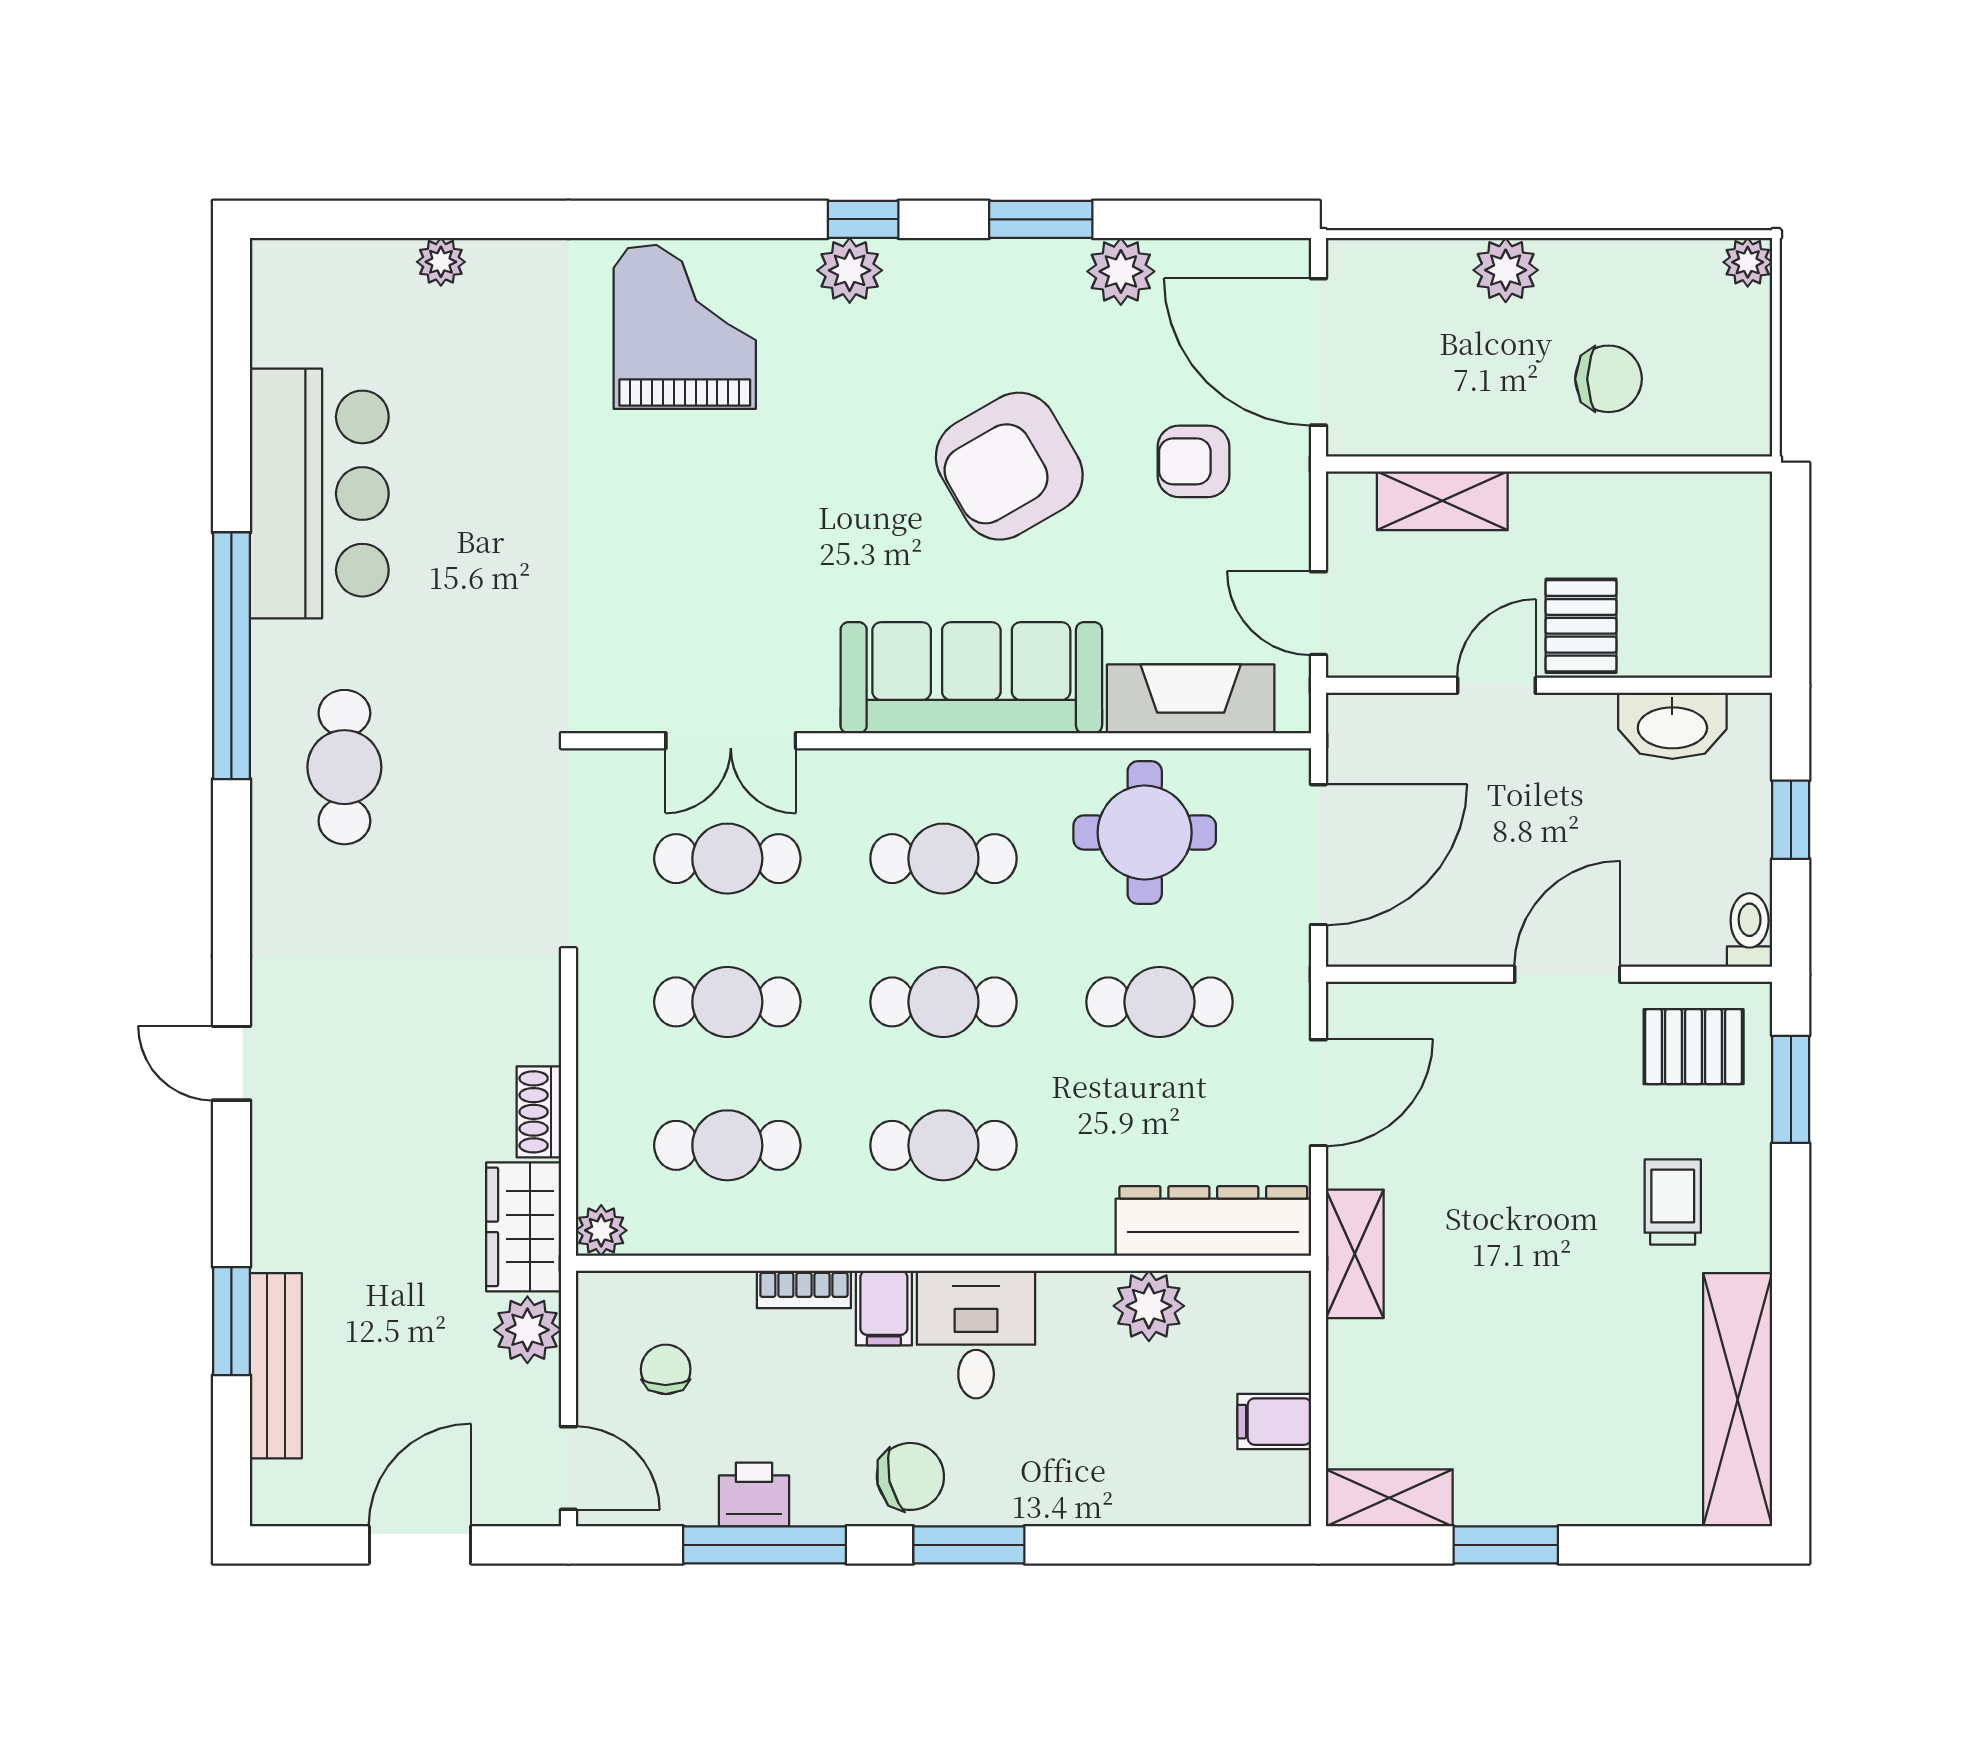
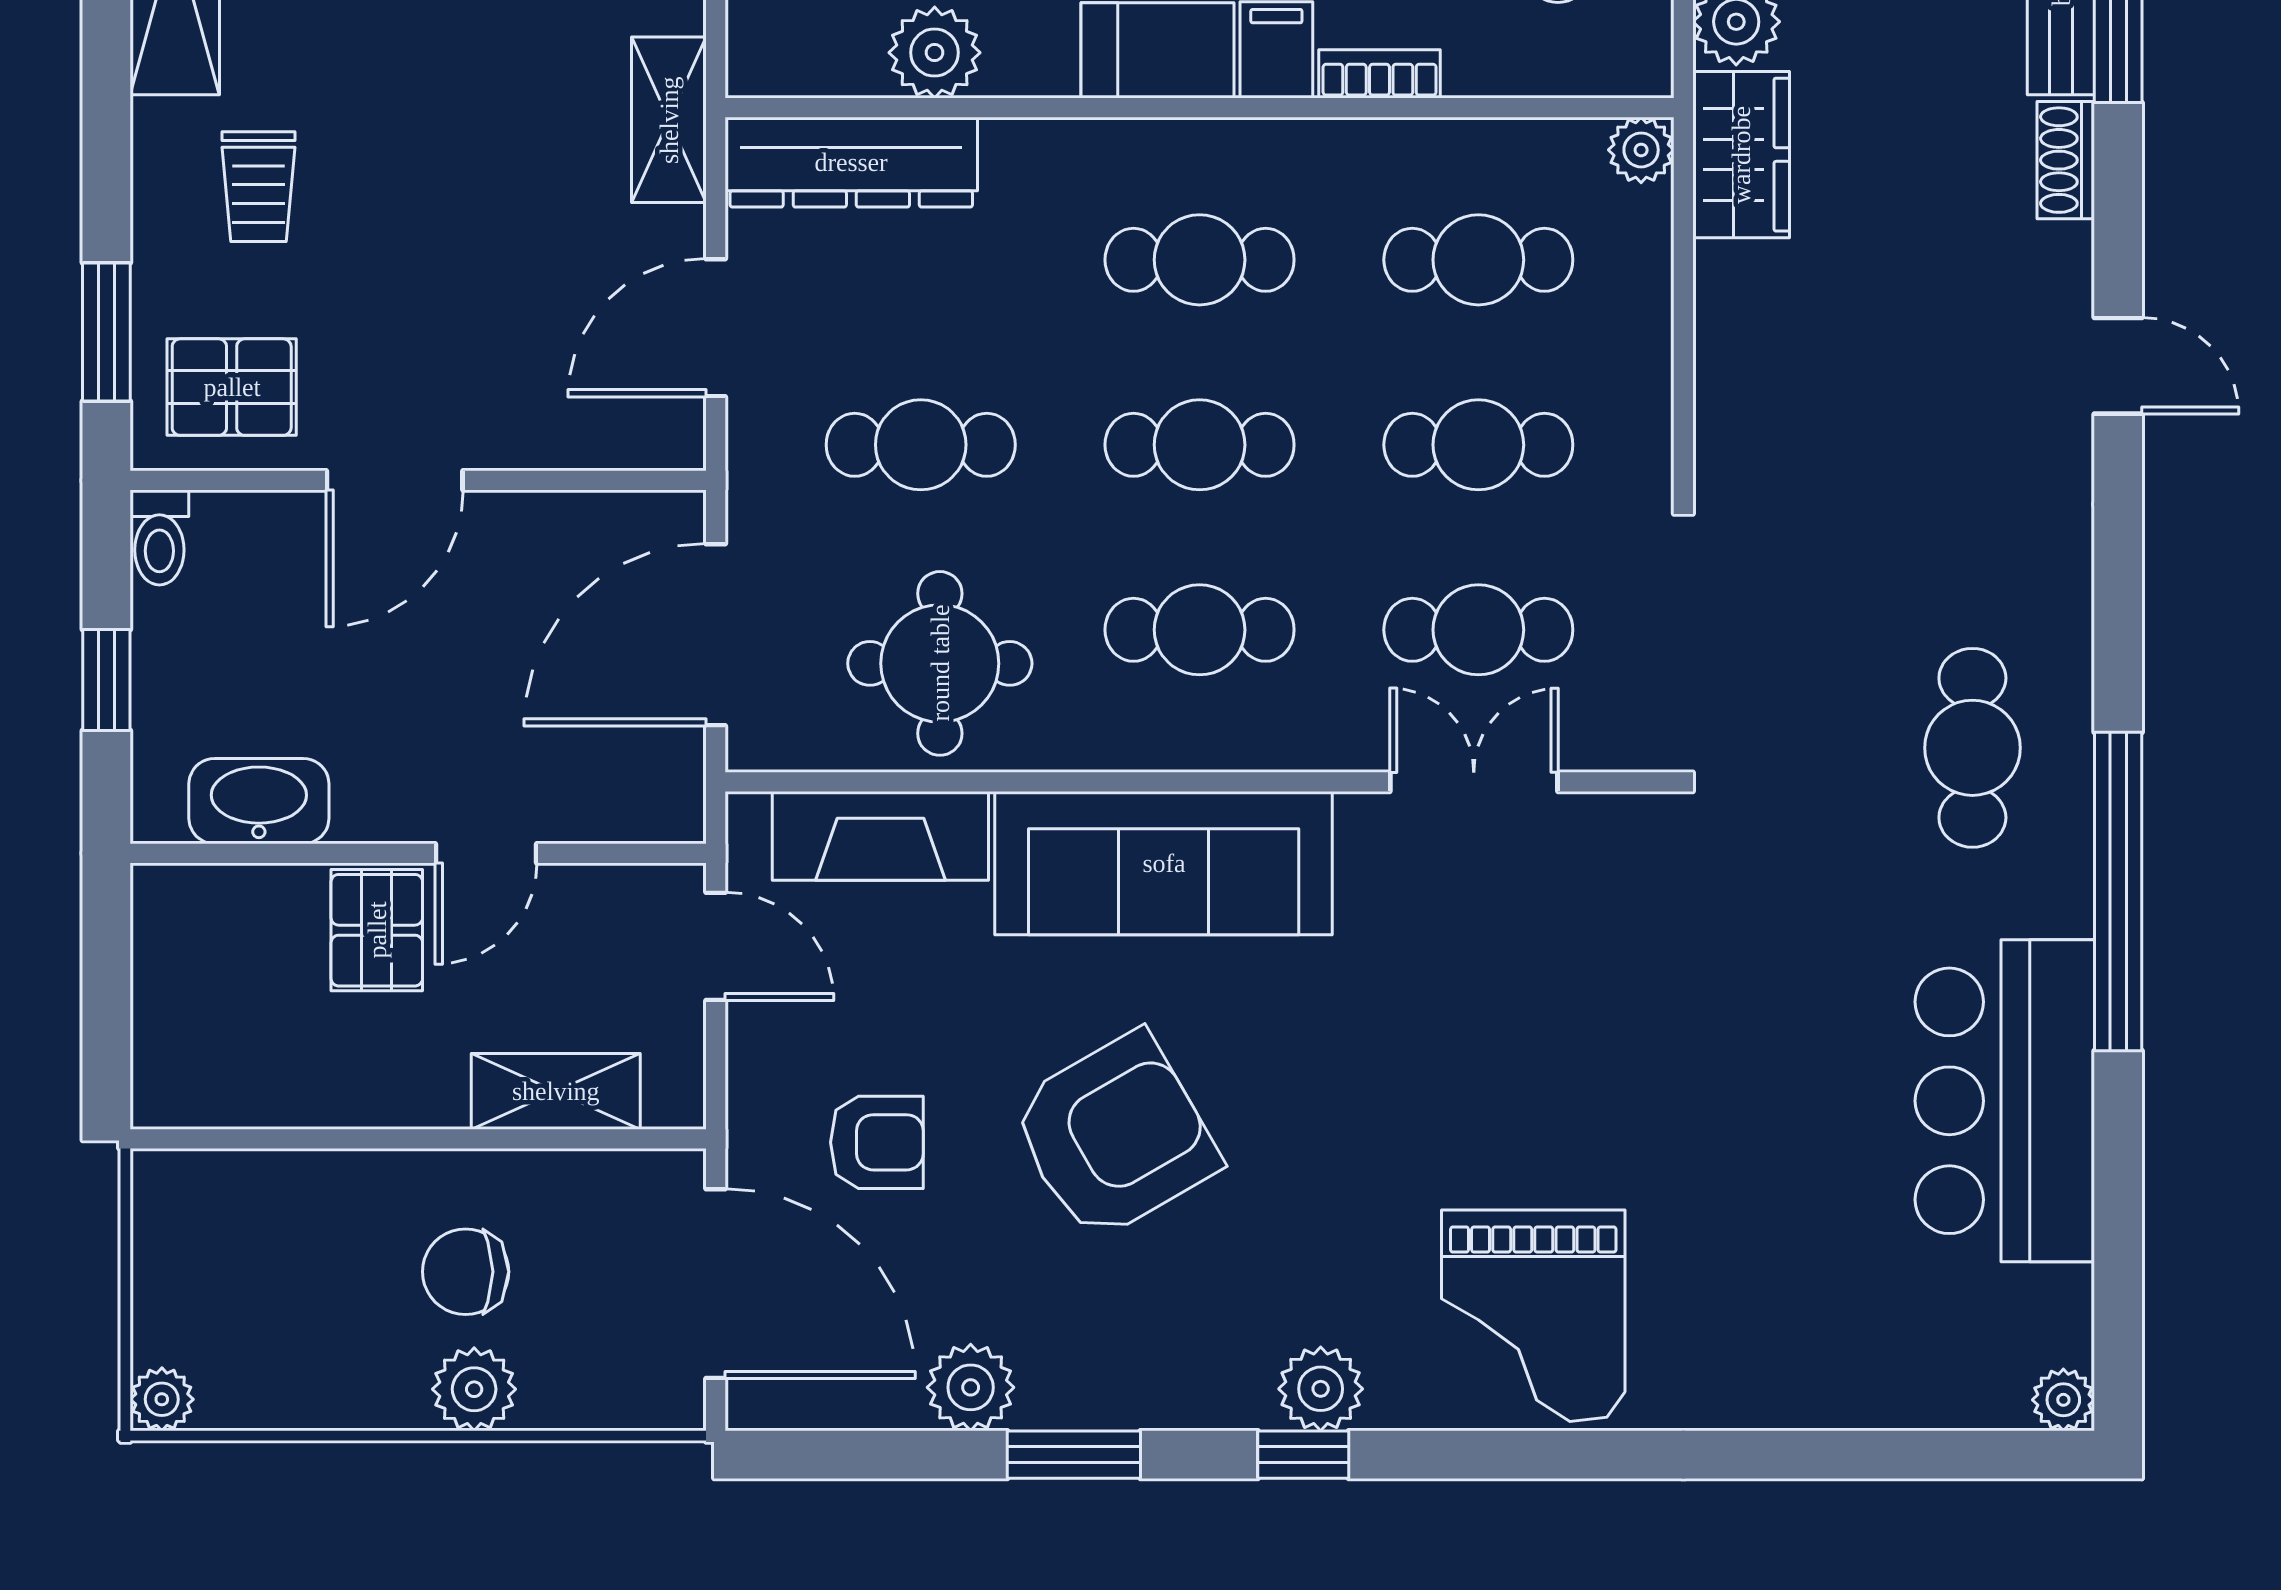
plant: (441, 262) -> (2063, 1400), moved
chair: (1608, 379) -> (466, 1272), moved
shoe rack: (539, 1112) -> (2066, 160), moved, turned 180

